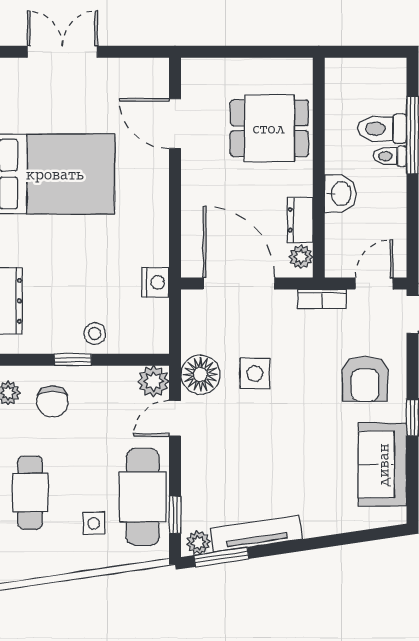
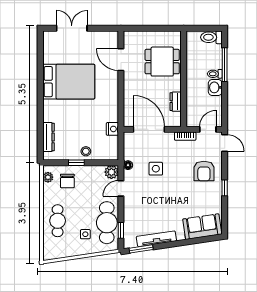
toilet: (382, 129) -> (211, 37), moved
washbasin: (340, 194) -> (215, 87), moved, turned 180
plant: (301, 257) -> (176, 118), removed
floor lamp: (200, 375) -> (128, 165), width x0.53, depth x0.53
sofa: (383, 465) -> (202, 227), moved, turned 82
plant: (198, 543) -> (131, 243), removed

